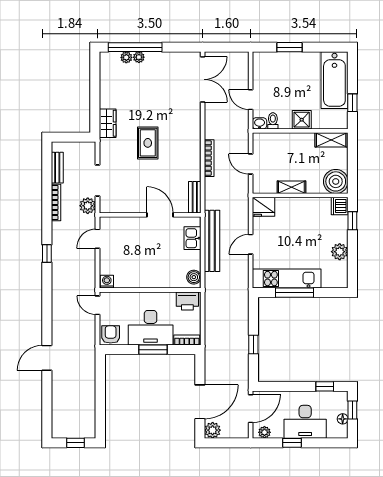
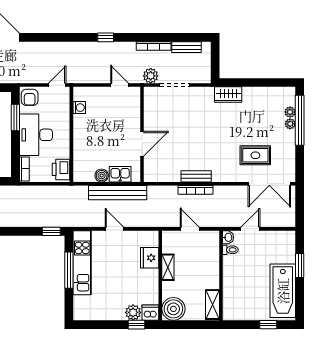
bathtub: (334, 80) -> (283, 291), moved, turned -90
window: (352, 103) -> (268, 325), moved
shower: (302, 120) -> (231, 277), removed
rug: (148, 143) -> (255, 155), moved
door: (251, 164) -> (190, 229), hinge flipped
bench: (195, 197) -> (196, 176), moved
fridge: (264, 207) -> (150, 258), moved
plant: (340, 252) -> (133, 312), moved
boiler: (194, 277) -> (102, 176), moved
washing machine: (107, 282) -> (79, 108), moved
armchair: (111, 334) -> (30, 97), turned 90
window: (253, 344) -> (51, 231), moved
window: (153, 350) -> (15, 118), moved

